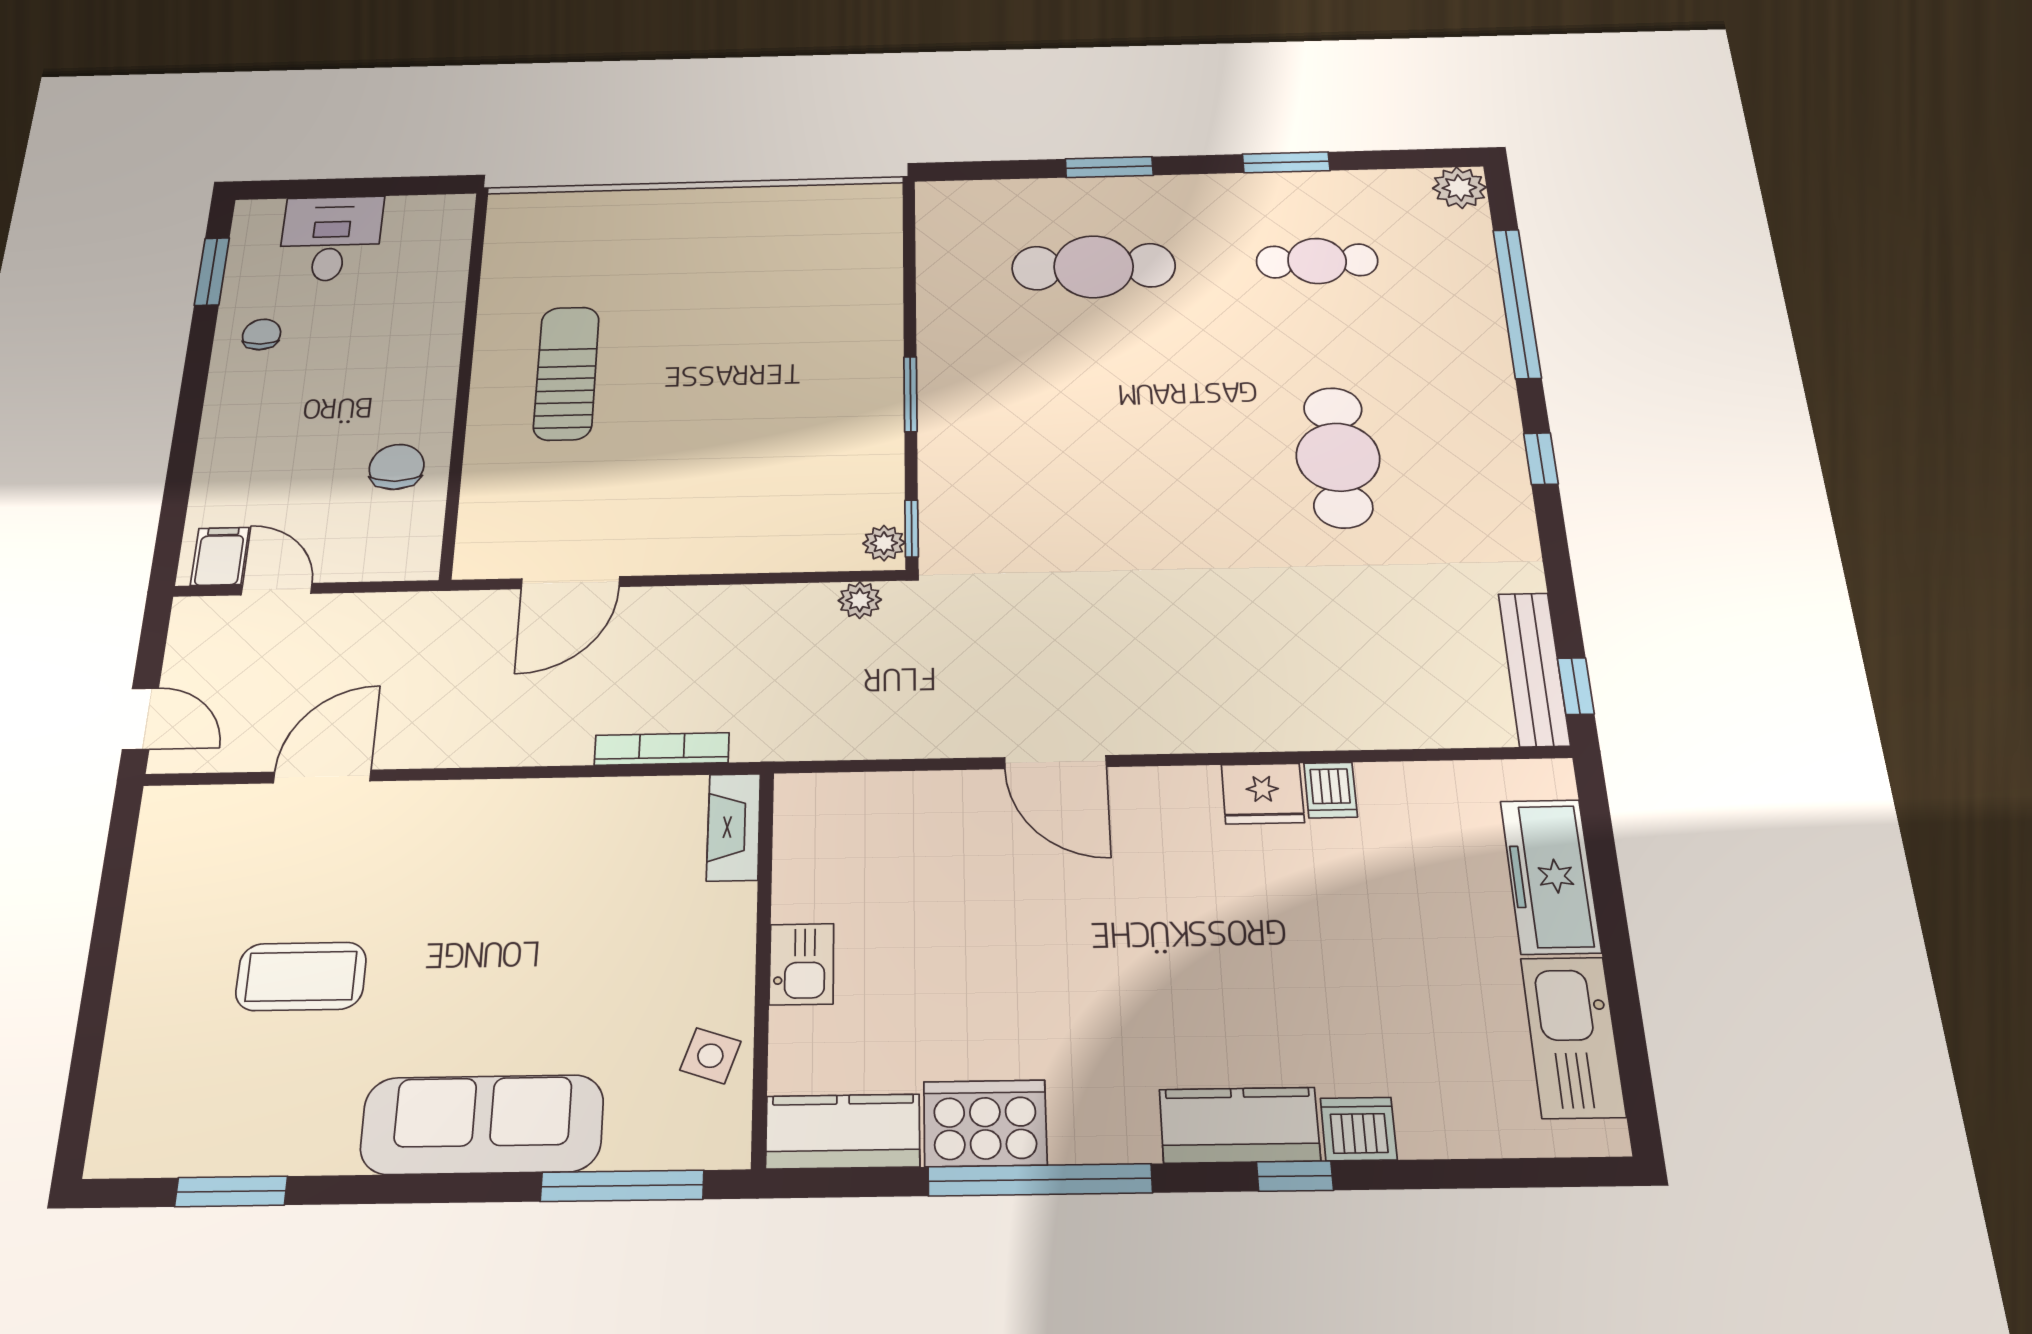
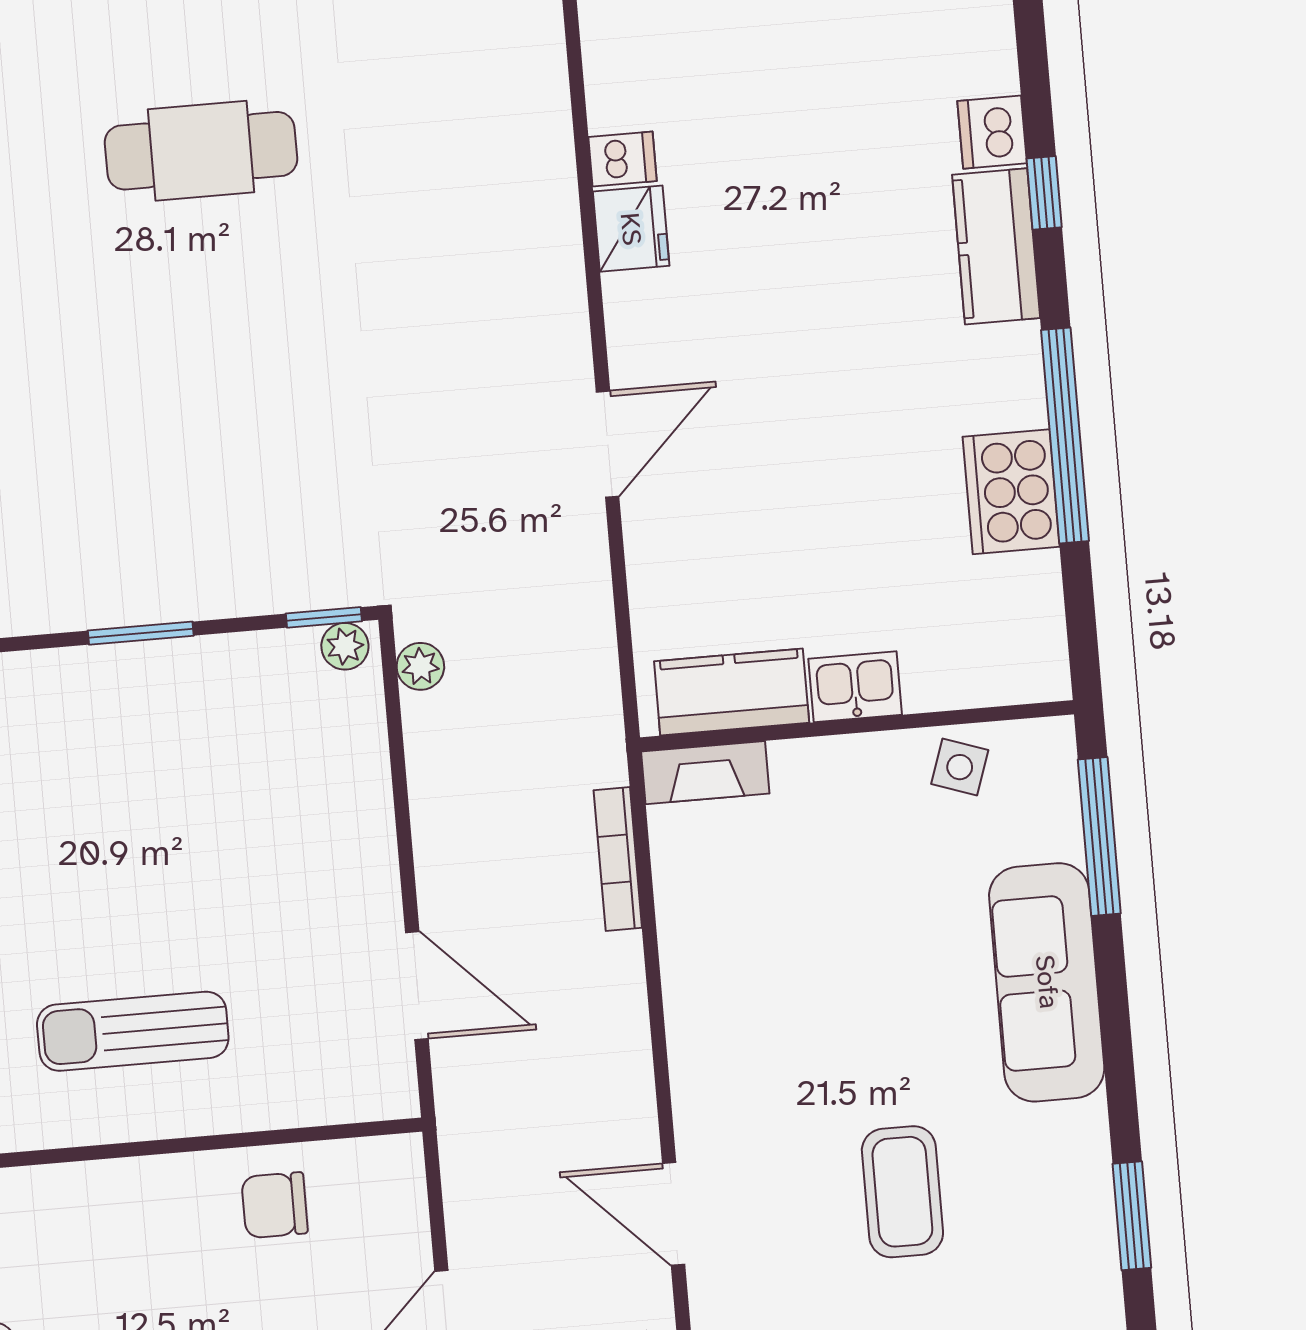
kitchen counter: (843, 1131) -> (732, 692), moved, turned 90

